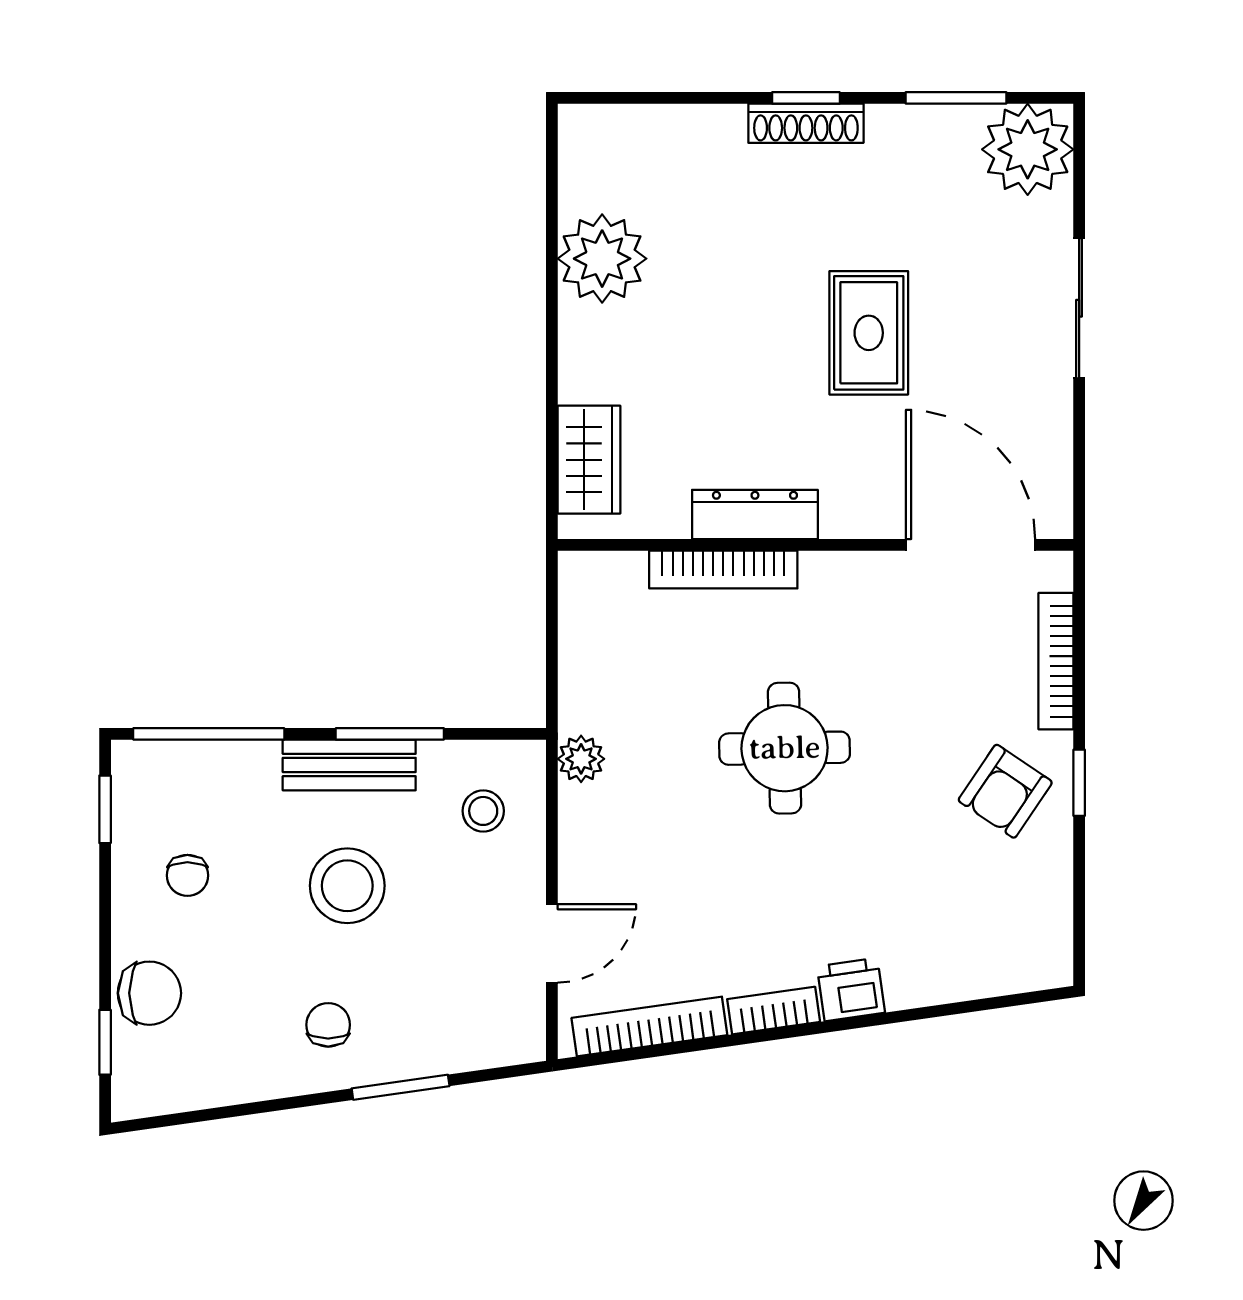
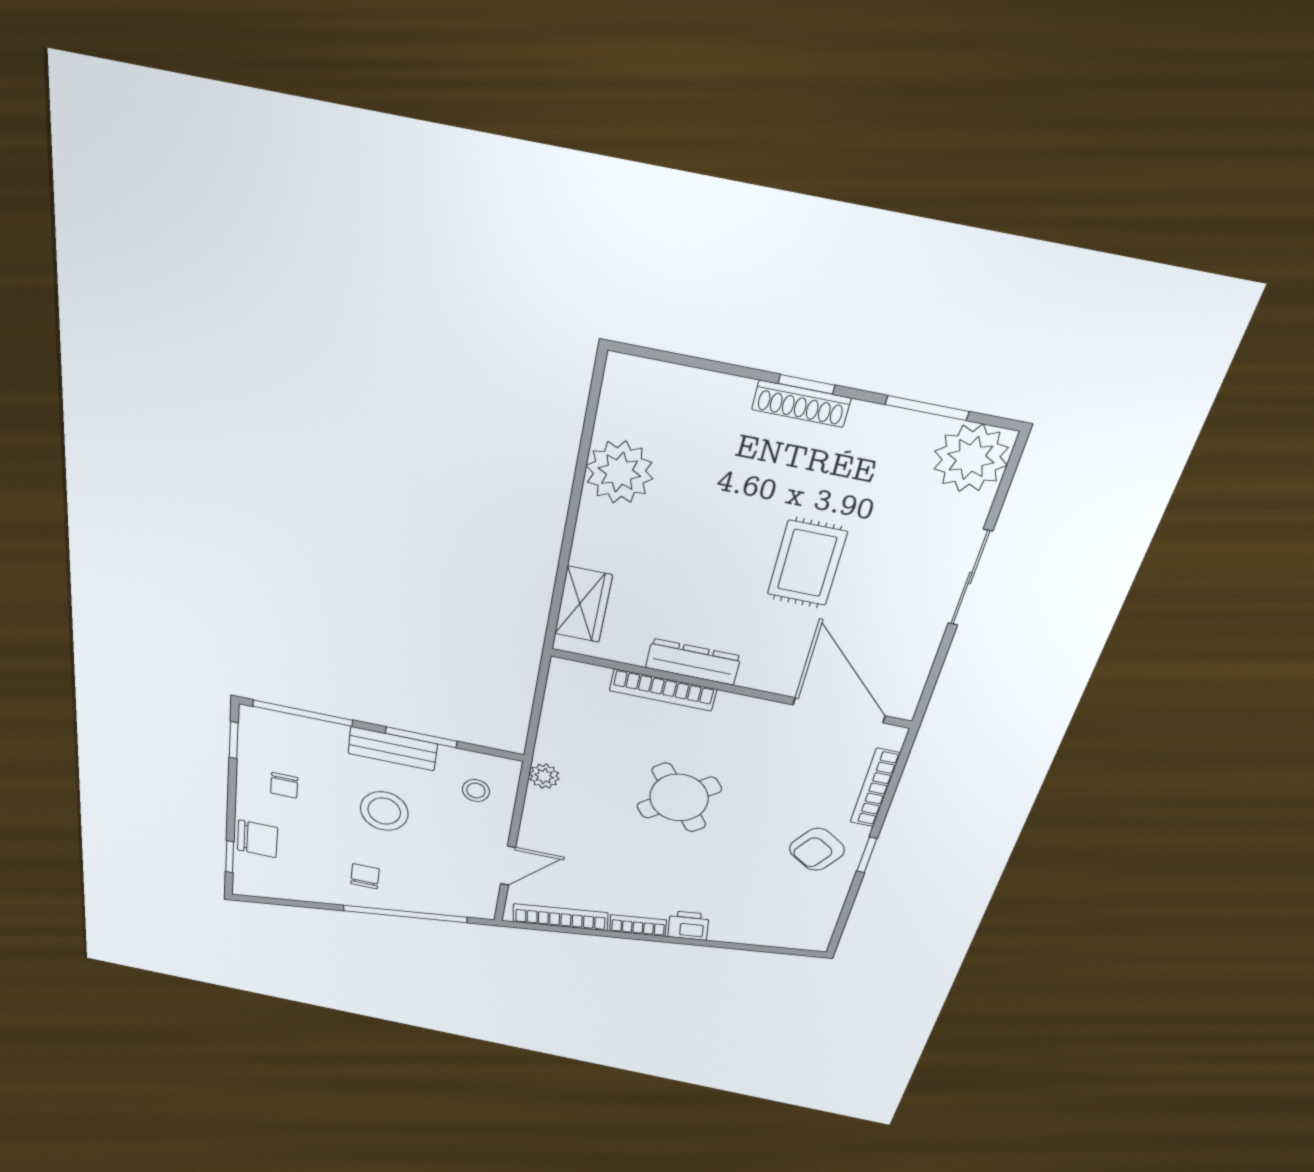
round table: (785, 748) -> (679, 798), turned -37
window: (401, 1087) -> (405, 914), width x2.11

